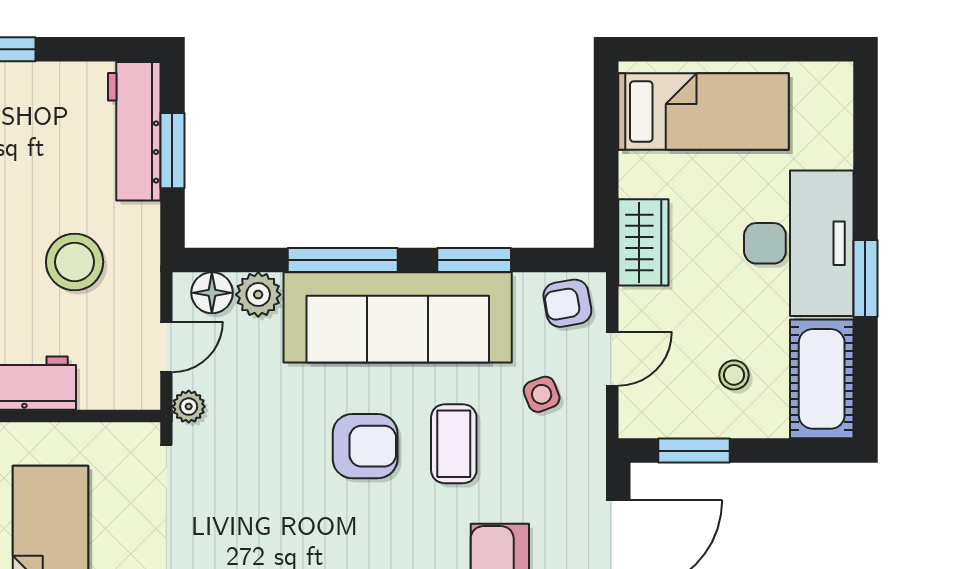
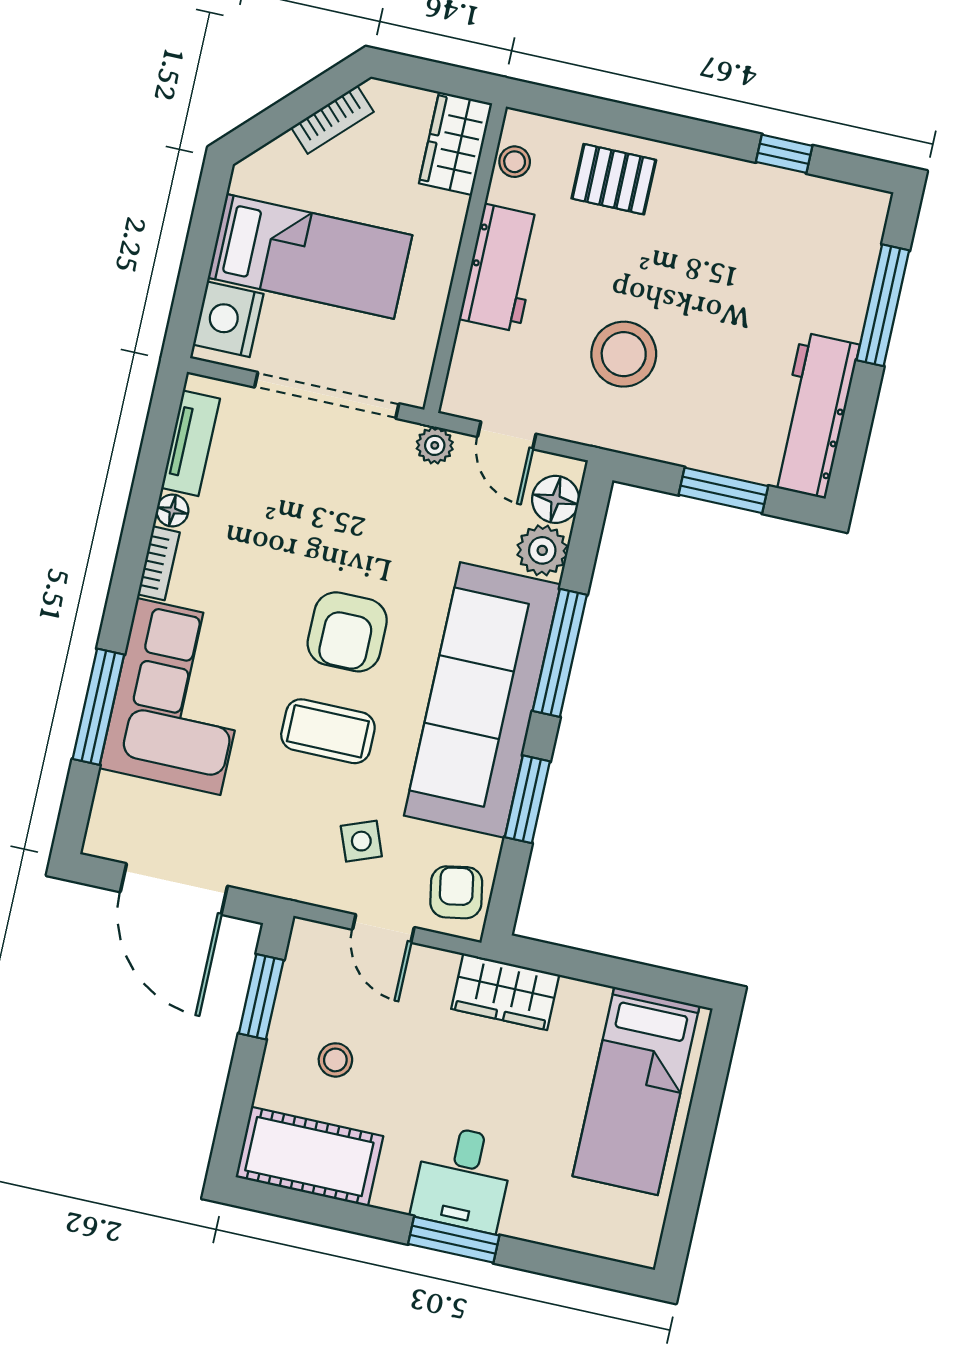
workbench: (134, 131) -> (814, 415), moved, turned -90
desk: (799, 243) -> (463, 1179), width x0.53, depth x0.77
window: (865, 279) -> (454, 1240), moved

